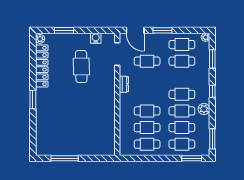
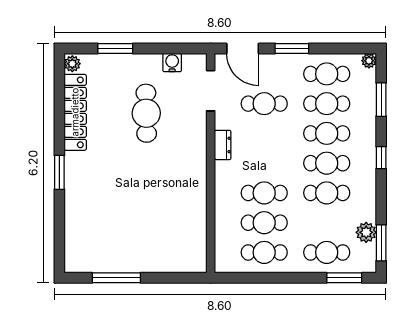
plant: (204, 109) -> (366, 232), moved
cafe table: (182, 128) -> (327, 133), moved

